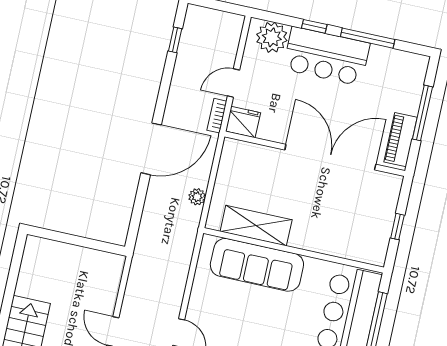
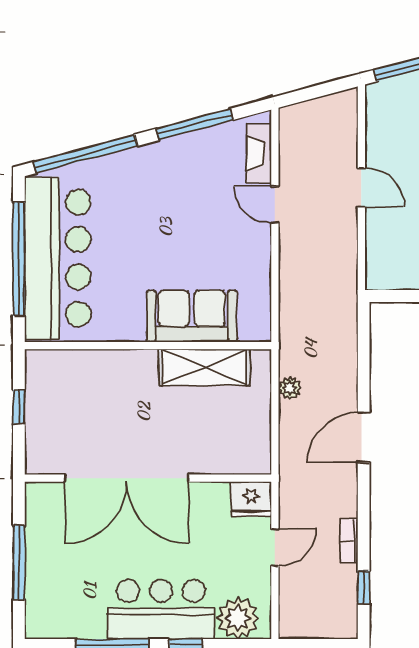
bookcase: (217, 116) -> (349, 541), moved, turned 180
piano: (401, 140) -> (40, 521), removed
door: (151, 149) -> (364, 438), width x0.73
sofa: (257, 265) -> (192, 316), width x0.73

